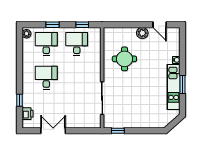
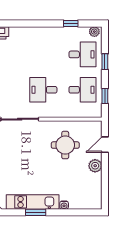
door: (160, 25) -> (105, 145), moved
desk: (46, 78) -> (43, 90), moved, turned 180
window: (20, 100) -> (71, 23), moved

